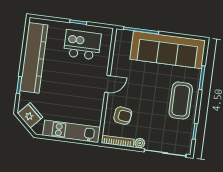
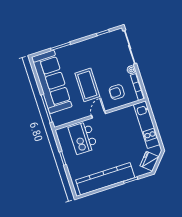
kitchen island: (82, 45) -> (83, 138), moved
door: (108, 84) -> (99, 115), hinge flipped
coffee table: (181, 101) -> (87, 85), moved, turned 90
armchair: (123, 116) -> (117, 92), turned -97

